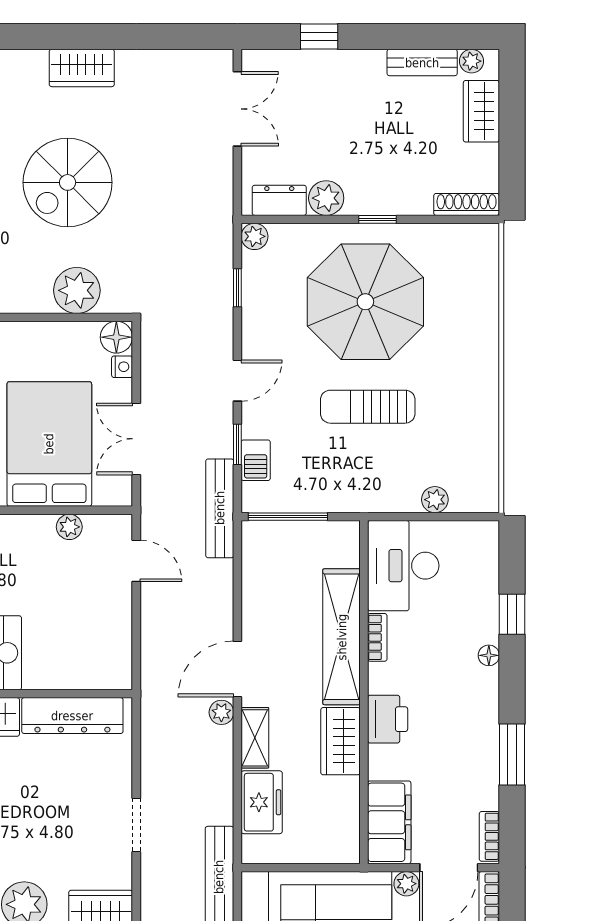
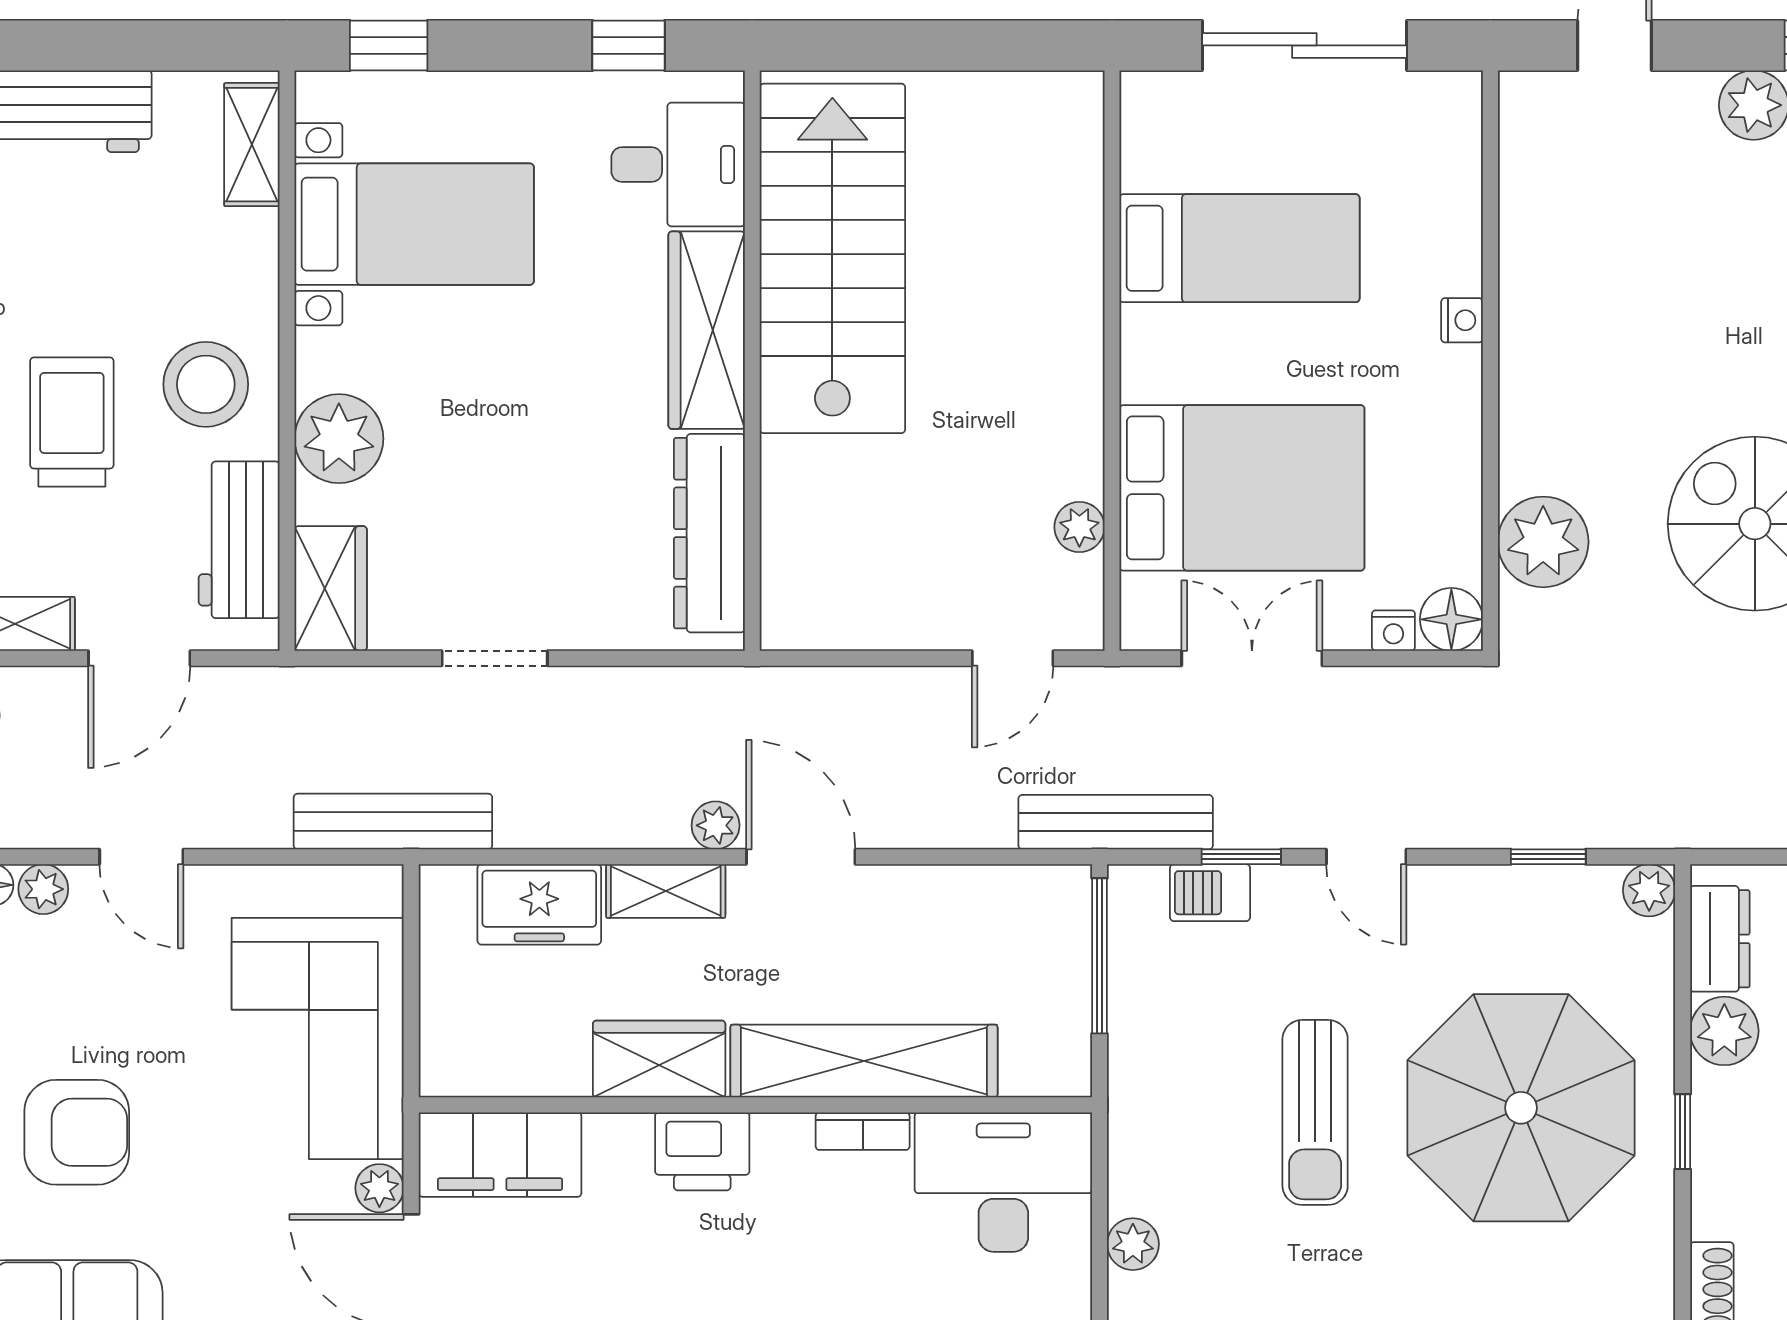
sun lounger: (368, 407) -> (1315, 1112), turned 180

